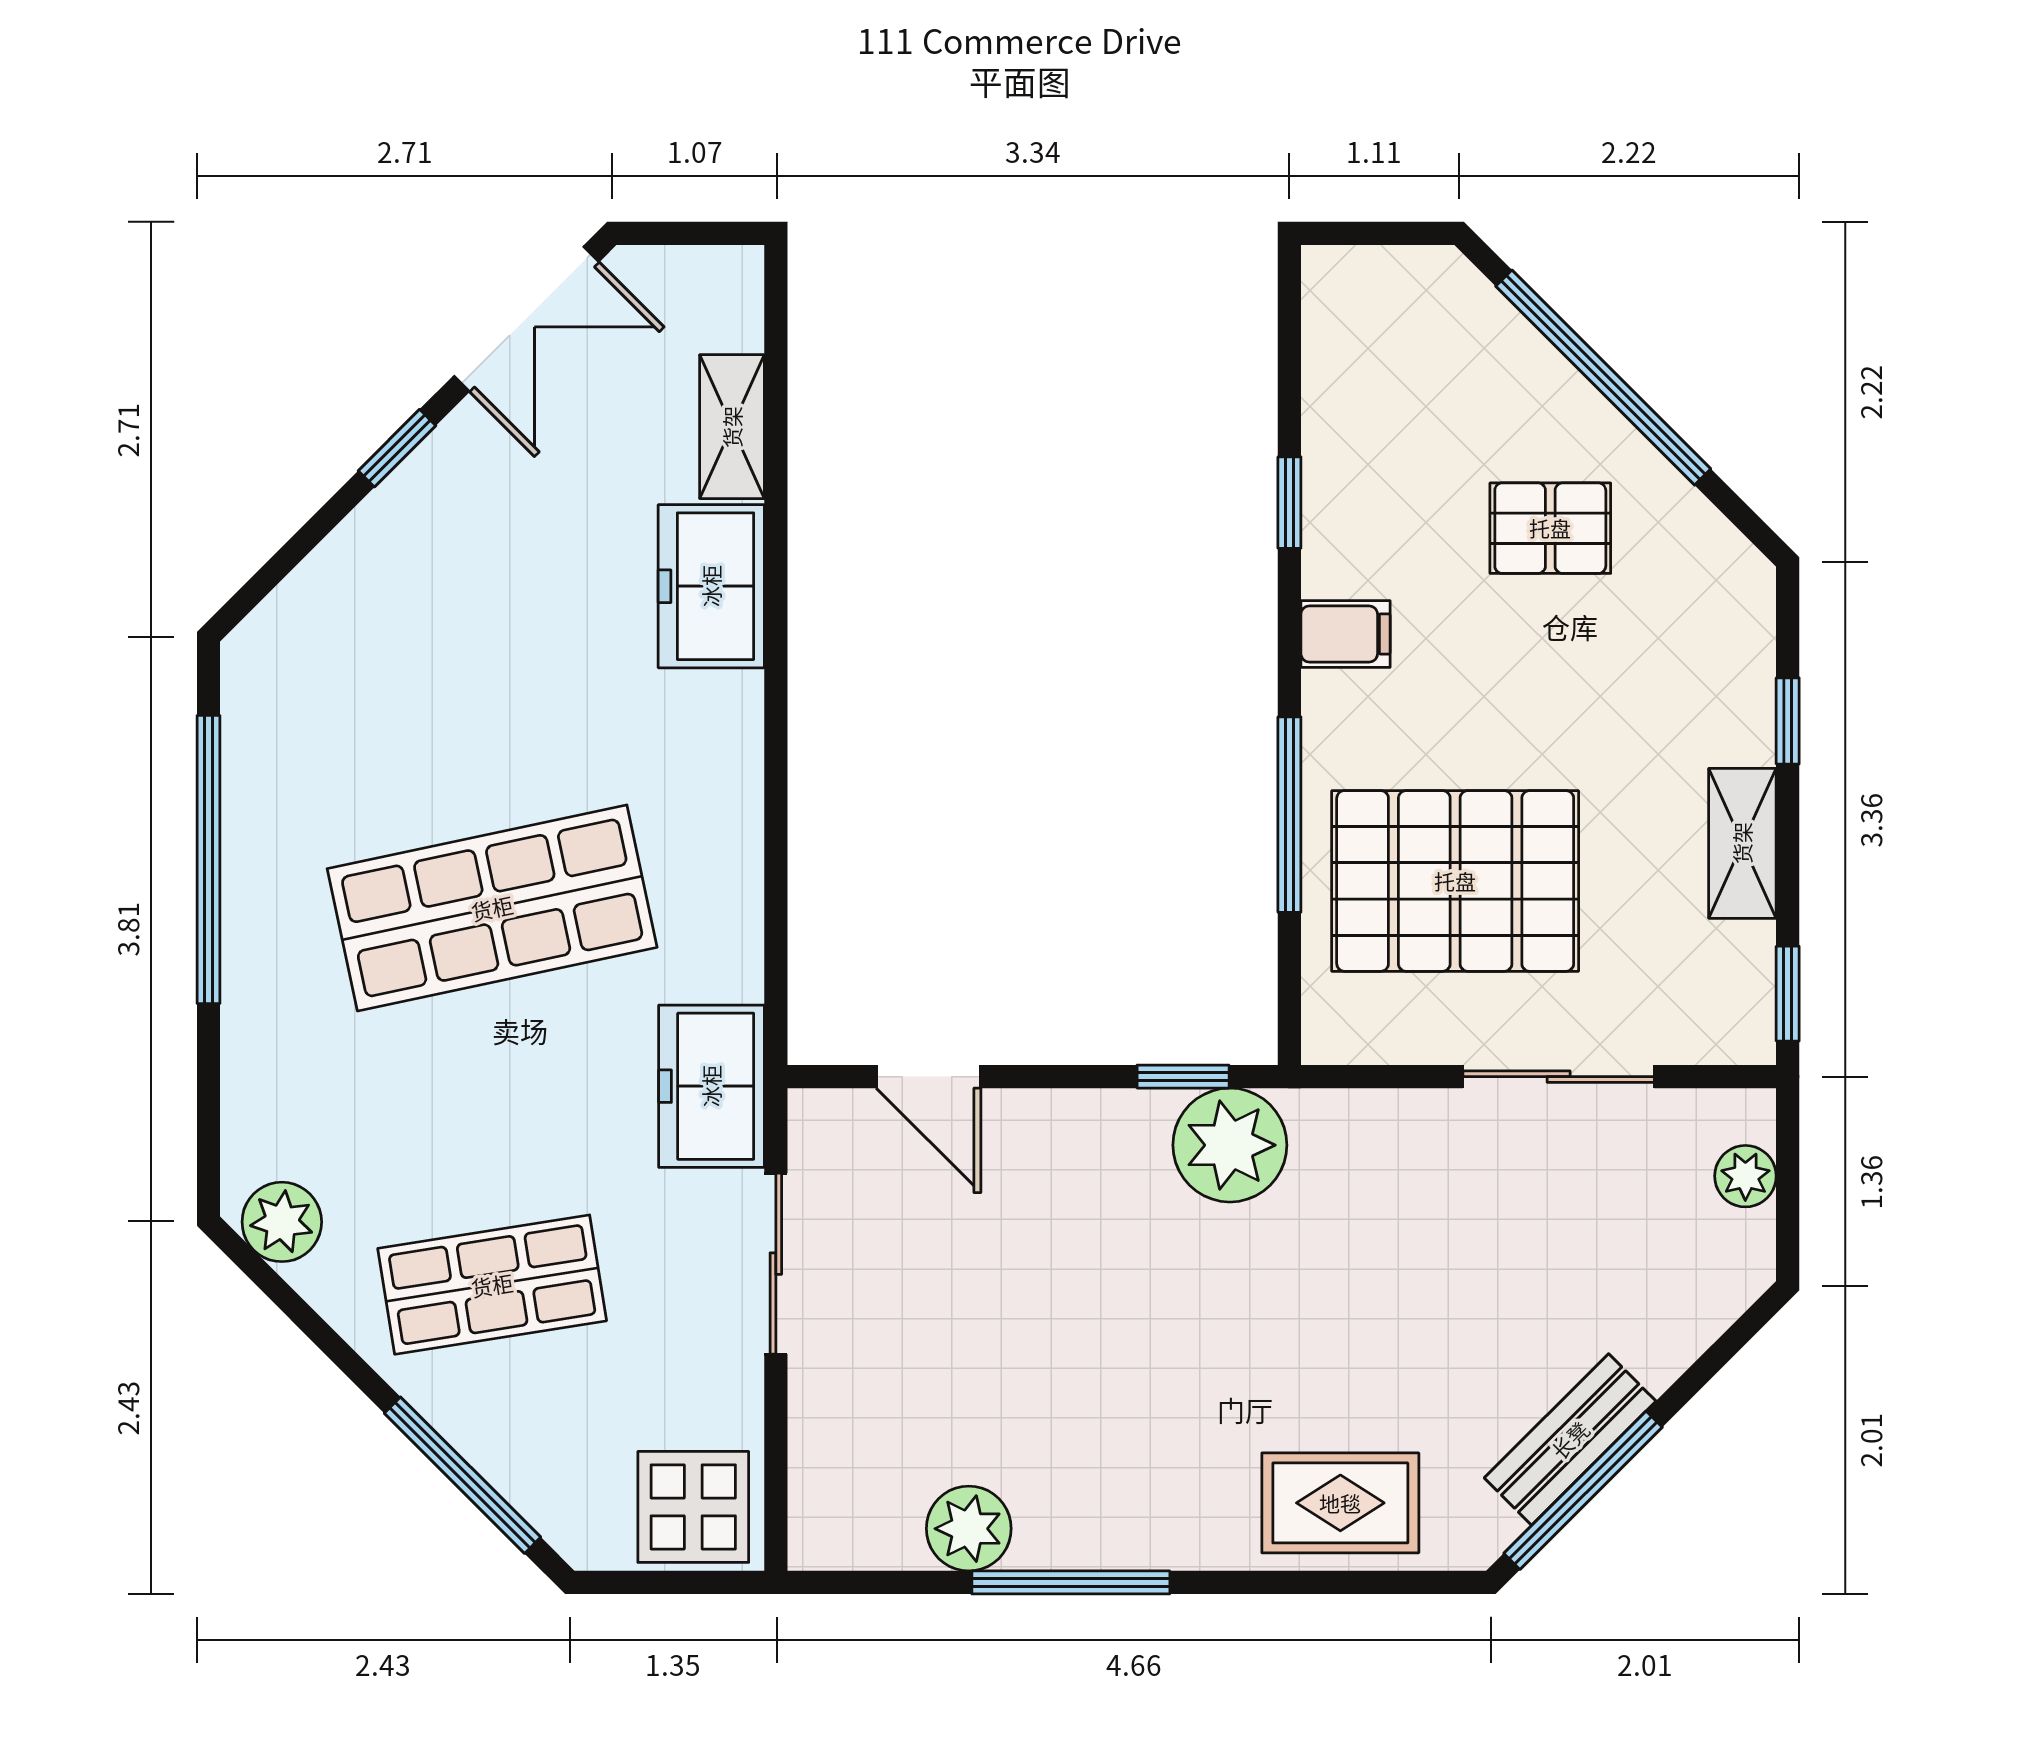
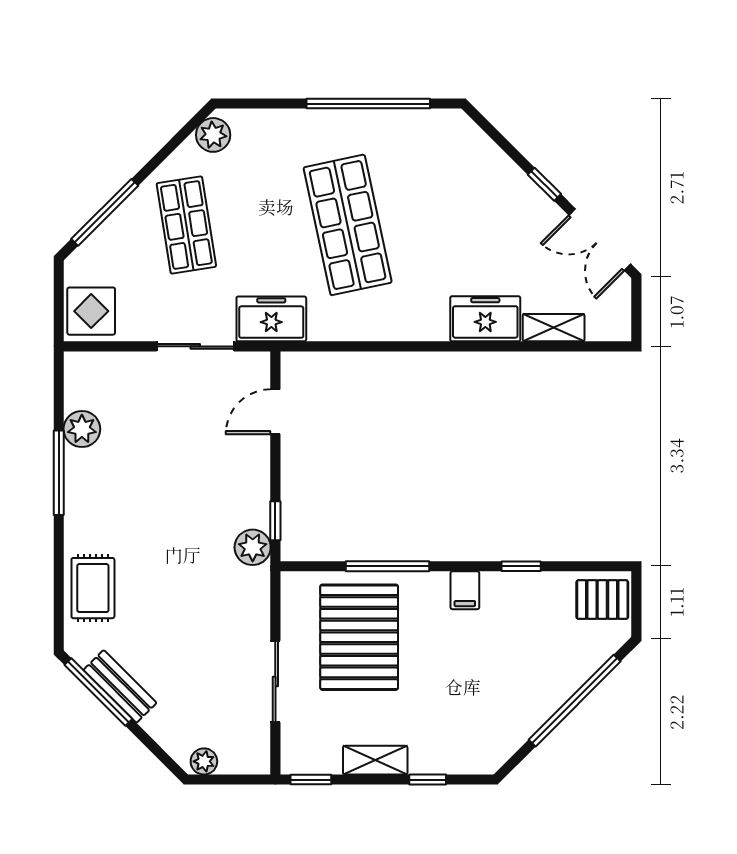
pallet: (1550, 528) -> (602, 600), moved, turned 90
plant: (1230, 1145) -> (253, 547), width x0.73, depth x0.73
plant: (1745, 1176) -> (204, 761), moved

